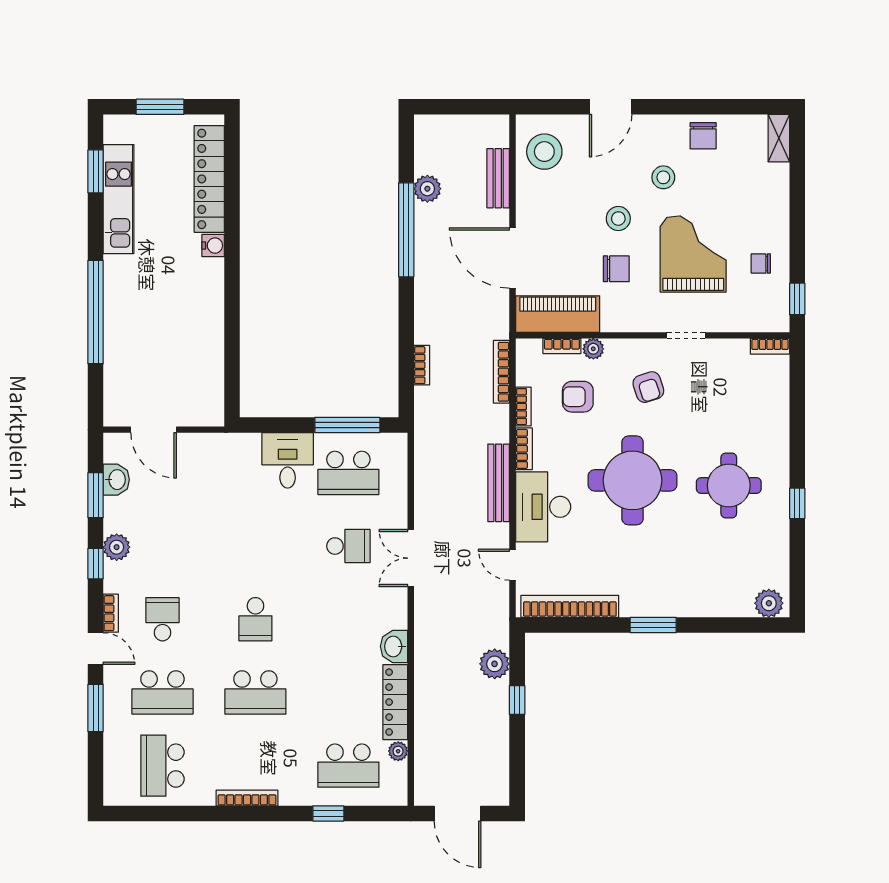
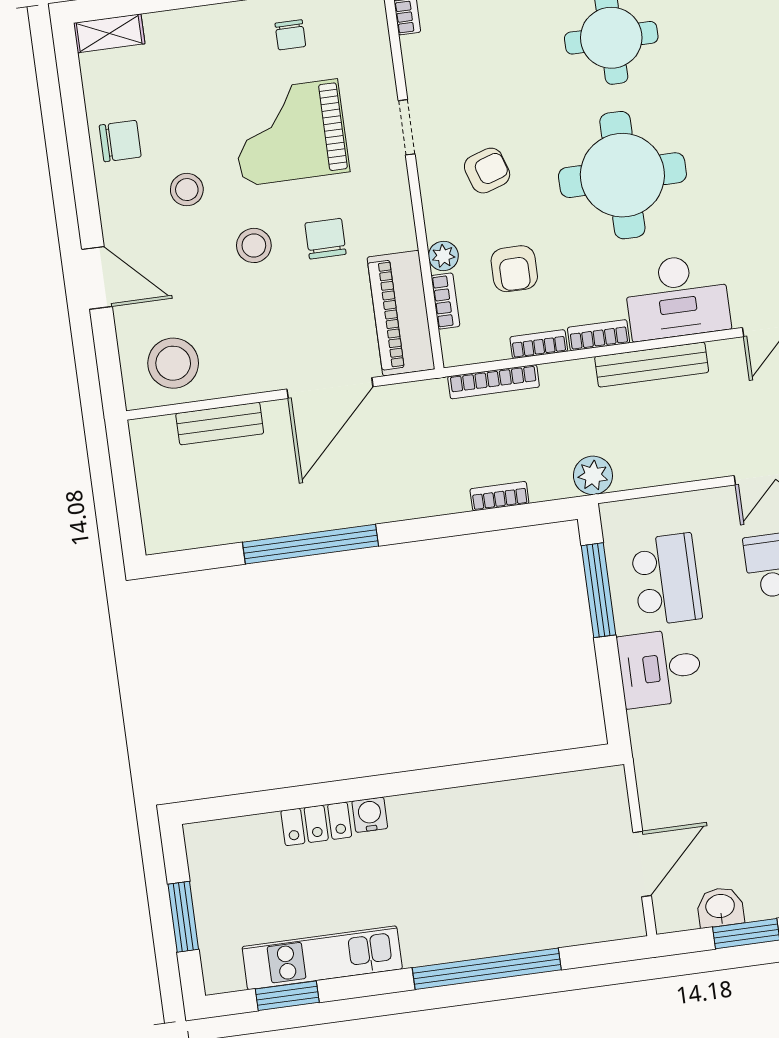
locker: (209, 179) -> (316, 824), width x0.46, depth x0.83
plant: (427, 189) -> (593, 475), moved

